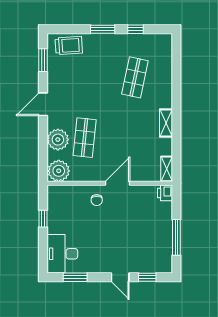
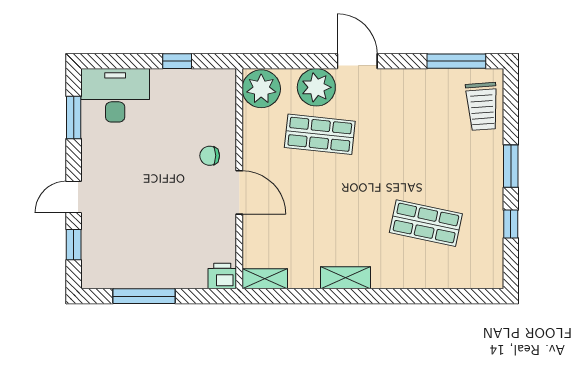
window: (43, 60) -> (456, 61), width x1.44
door: (43, 104) -> (357, 61), moved

